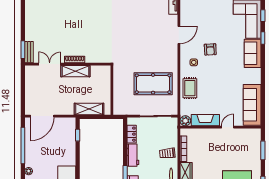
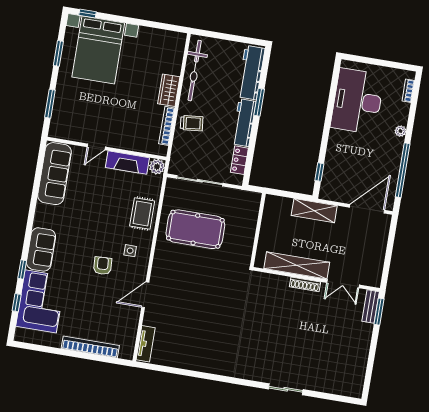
shelving: (75, 71) -> (297, 265), width x1.47
shelving: (89, 109) -> (314, 211), moved
workbench: (133, 155) -> (244, 123), width x1.38

